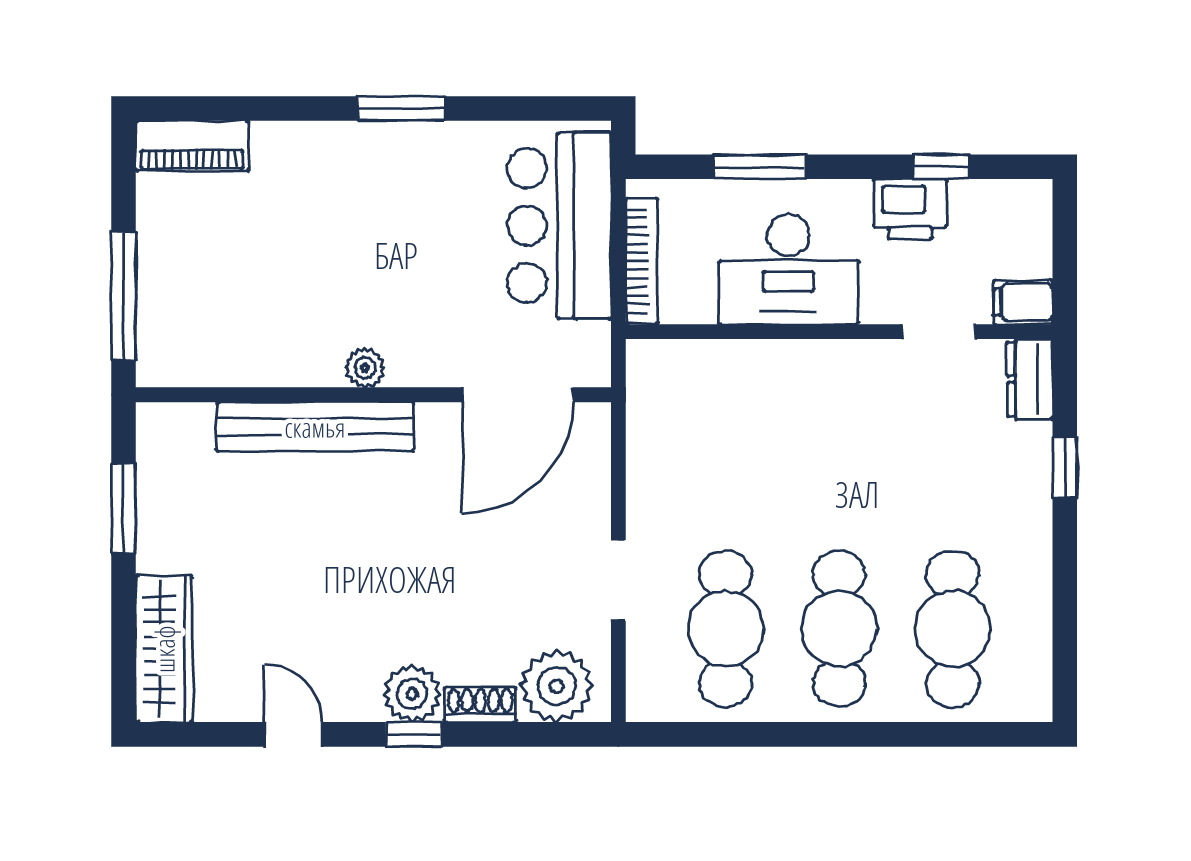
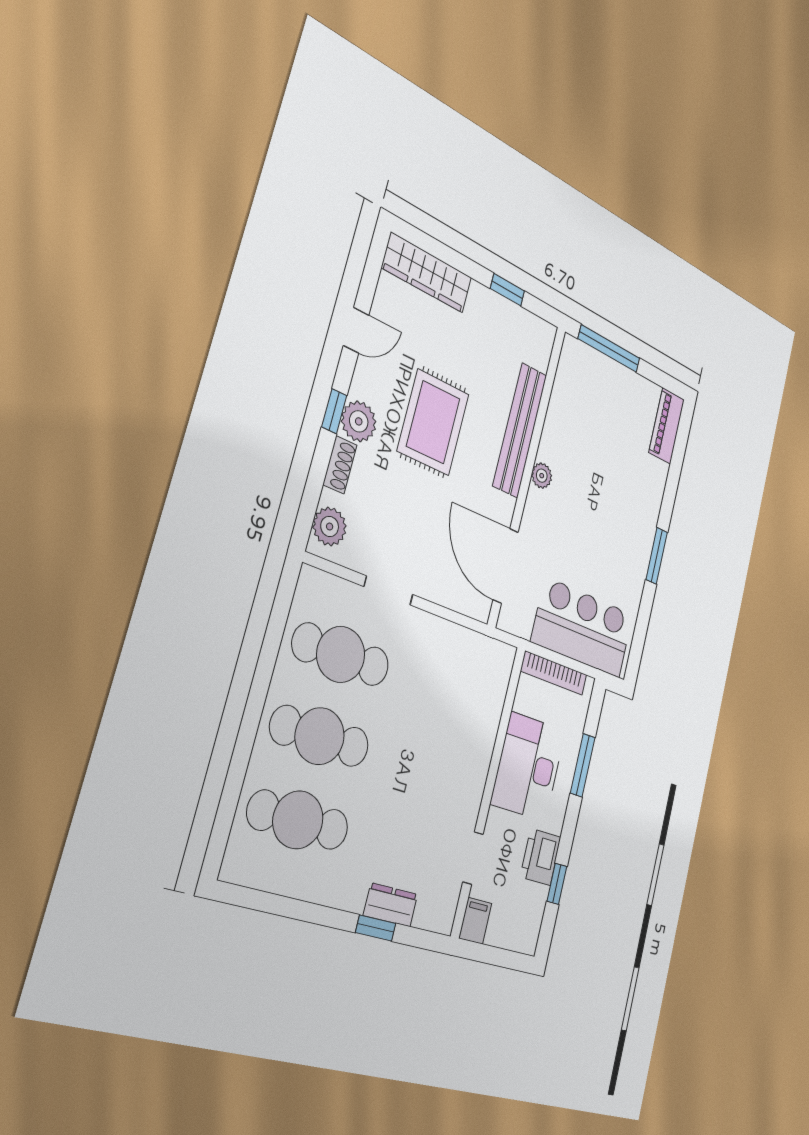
dresser: (1030, 379) -> (391, 905), moved
window: (123, 508) -> (507, 290), width x0.67
rug: (365, 577) -> (433, 422), added
plant: (556, 686) -> (330, 526), width x0.73, depth x0.73

